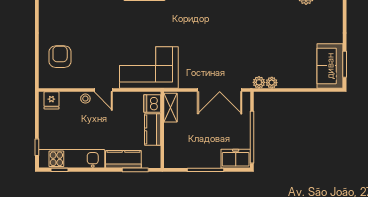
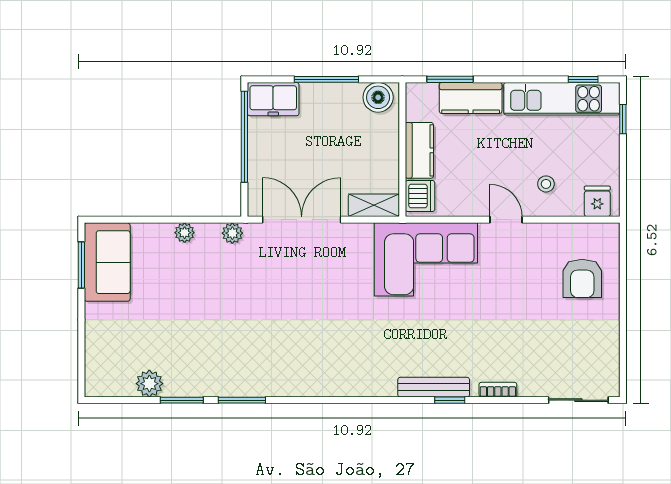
plant: (272, 83) -> (185, 233), moved
stool: (85, 99) -> (546, 184), moved
shelving: (170, 108) -> (374, 205), moved, turned 90
boiler: (176, 160) -> (378, 97), added

